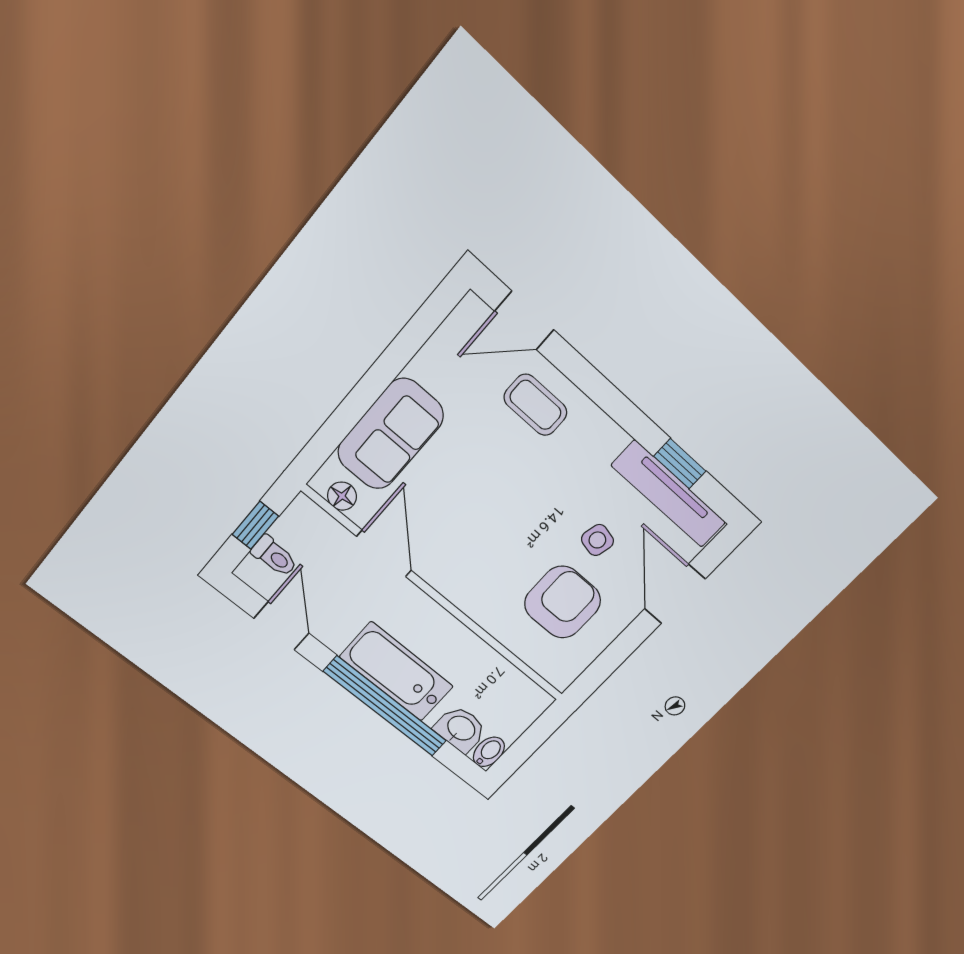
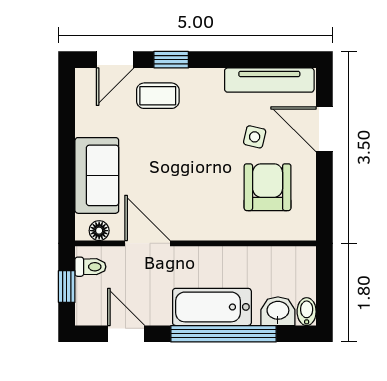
window: (680, 464) -> (171, 60), moved
toilet: (274, 556) -> (90, 267), moved

